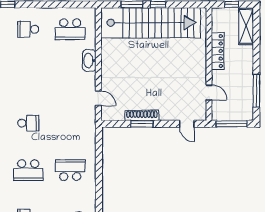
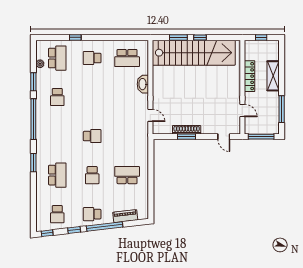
shelving: (246, 27) -> (273, 76), moved
school desk: (28, 170) -> (92, 175), width x0.54

